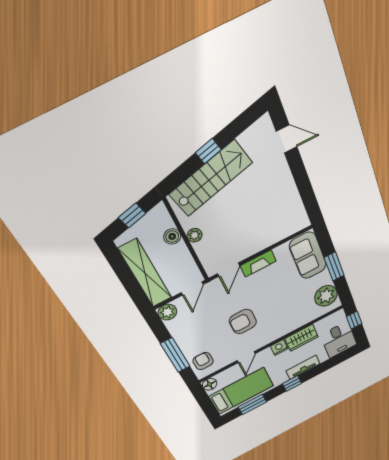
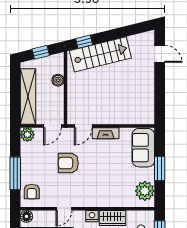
window: (208, 151) -> (84, 42), moved
plant: (195, 235) -> (72, 87), removed
armchair: (243, 322) -> (68, 163), moved
armchair: (203, 361) -> (32, 192), turned 180

